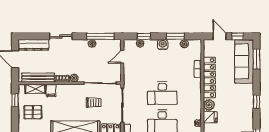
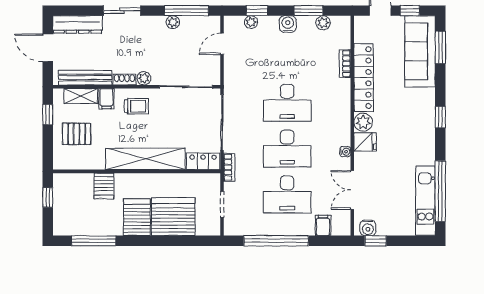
trolley: (94, 103) -> (136, 106), moved

